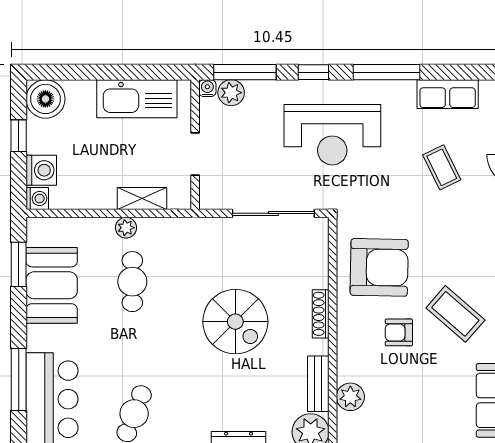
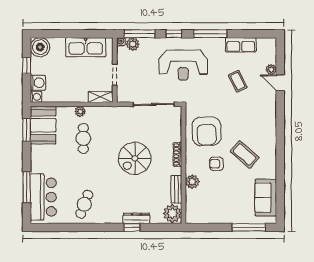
shelving: (142, 199) -> (100, 97), moved
armchair: (379, 267) -> (207, 131), turned 87
booth: (52, 285) -> (43, 125), moved
spiral stairs: (235, 322) -> (135, 158), turned 90
plant: (350, 397) -> (192, 182), moved

